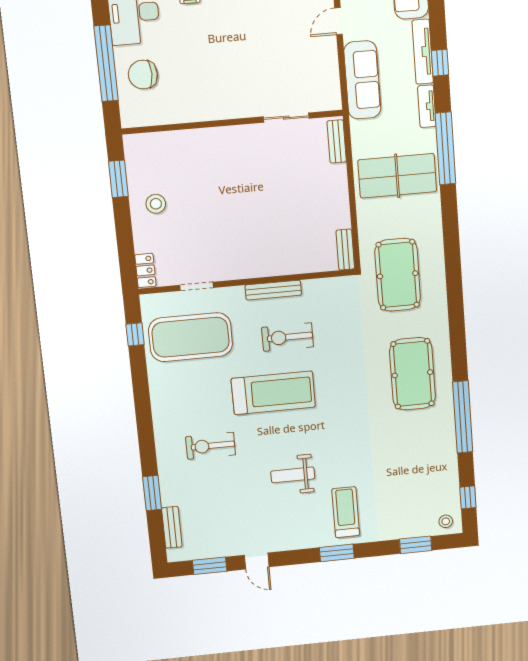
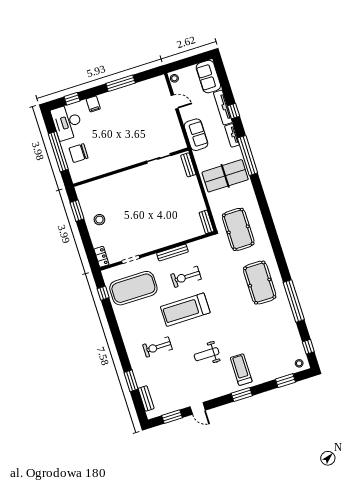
door: (339, 21) -> (175, 102), swing flipped
sofa: (362, 80) -> (196, 135), width x0.73
treadmill: (273, 393) -> (185, 310), turned 180

